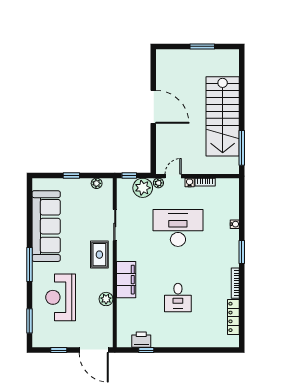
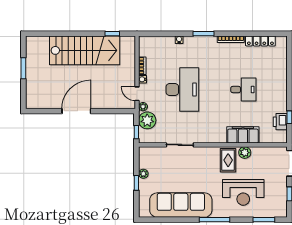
window: (242, 148) -> (112, 34), width x0.46
plant: (97, 183) -> (143, 174), moved
desk: (178, 228) -> (182, 90), turned 180
rug: (99, 255) -> (228, 160), moved, turned 90
filing cabinet: (126, 280) -> (243, 135), moved

